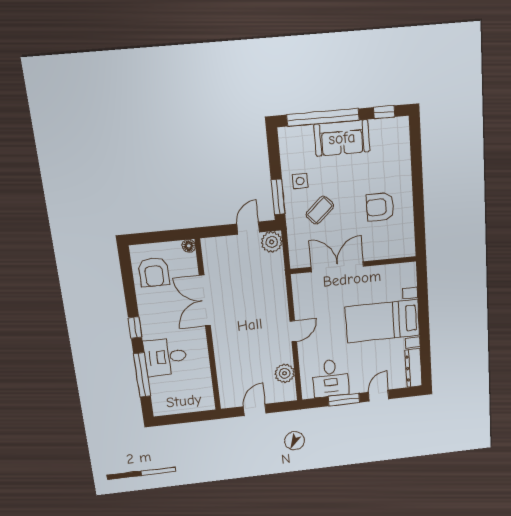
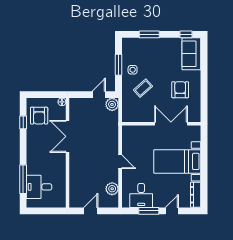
window: (323, 117) -> (149, 34), width x0.47
sofa: (342, 138) -> (191, 54), moved, turned 90
window: (278, 197) -> (118, 65), moved
armchair: (380, 207) -> (180, 90), turned 90
double door: (337, 267) -> (171, 124), moved
window: (135, 327) -> (23, 122), moved
door: (293, 331) -> (120, 162), hinge flipped
desk: (165, 357) -> (39, 187), moved

